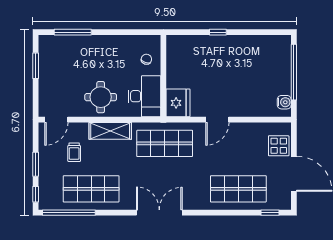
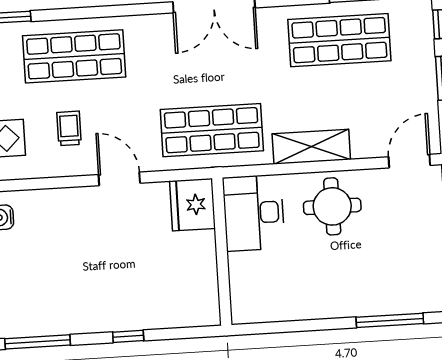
window: (268, 32) -> (38, 342), added
chair: (146, 59) -> (254, 280), removed
door: (217, 120) -> (119, 179), hinge flipped
trolley: (74, 152) -> (69, 128), moved

